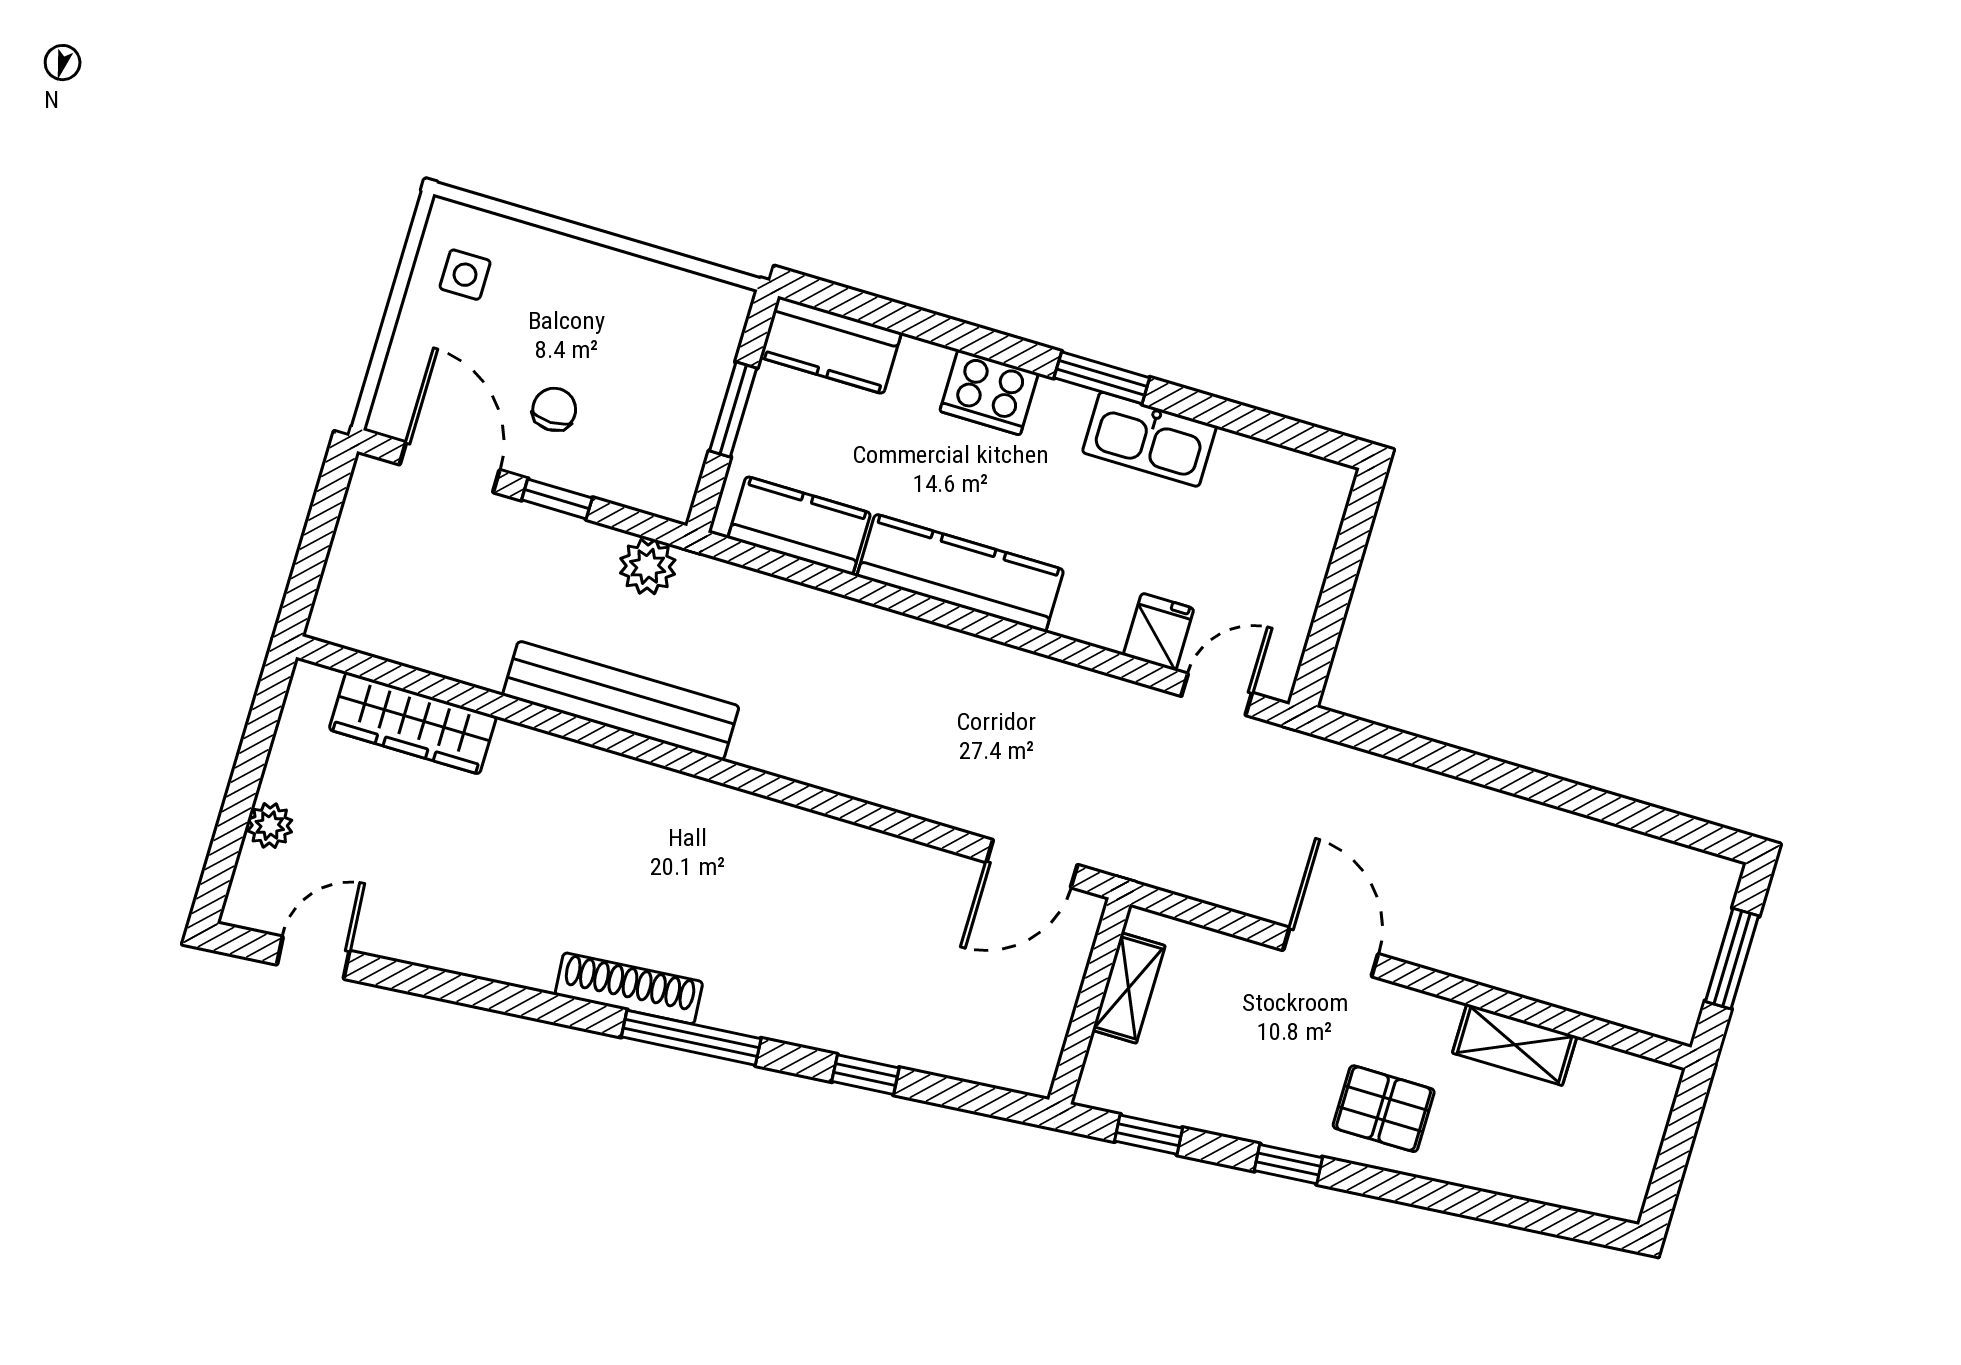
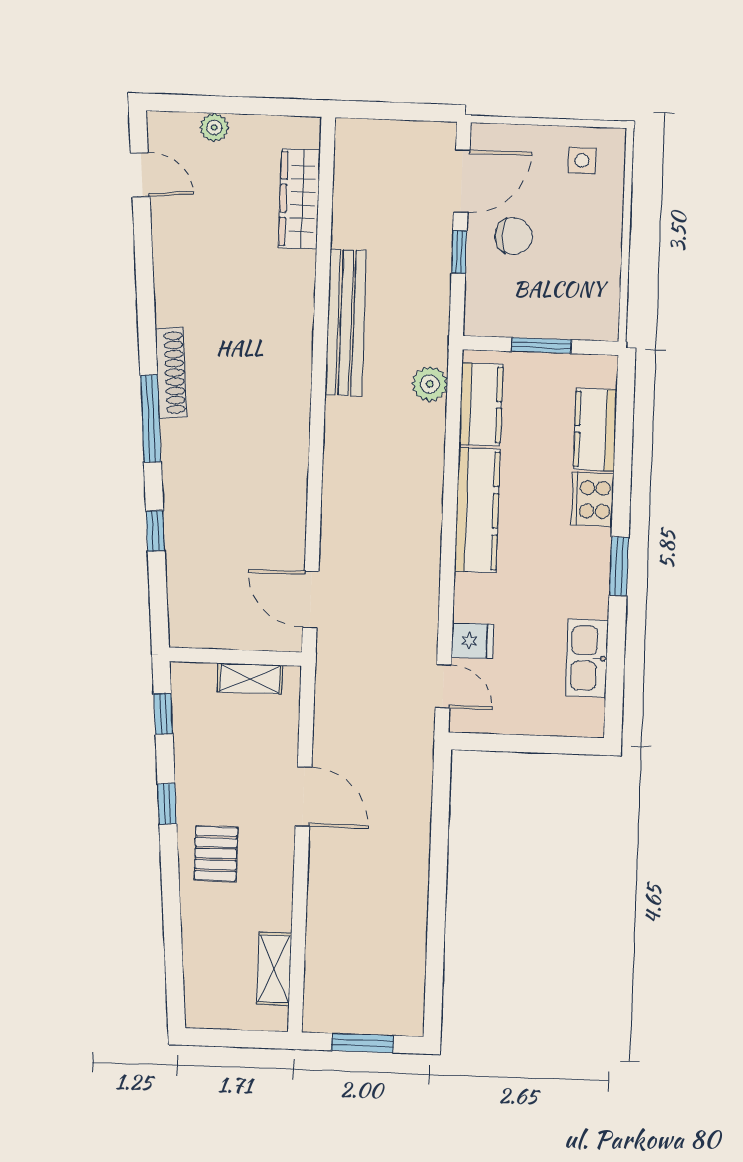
kitchen counter: (831, 345) -> (595, 430), moved
chair: (554, 409) -> (514, 236), width x1.37, depth x1.37
kitchen sink: (1149, 439) -> (587, 658), moved
plant: (648, 566) -> (430, 384), moved
door: (1331, 952) -> (303, 796), hinge flipped
shelving: (1515, 1045) -> (274, 969), moved

